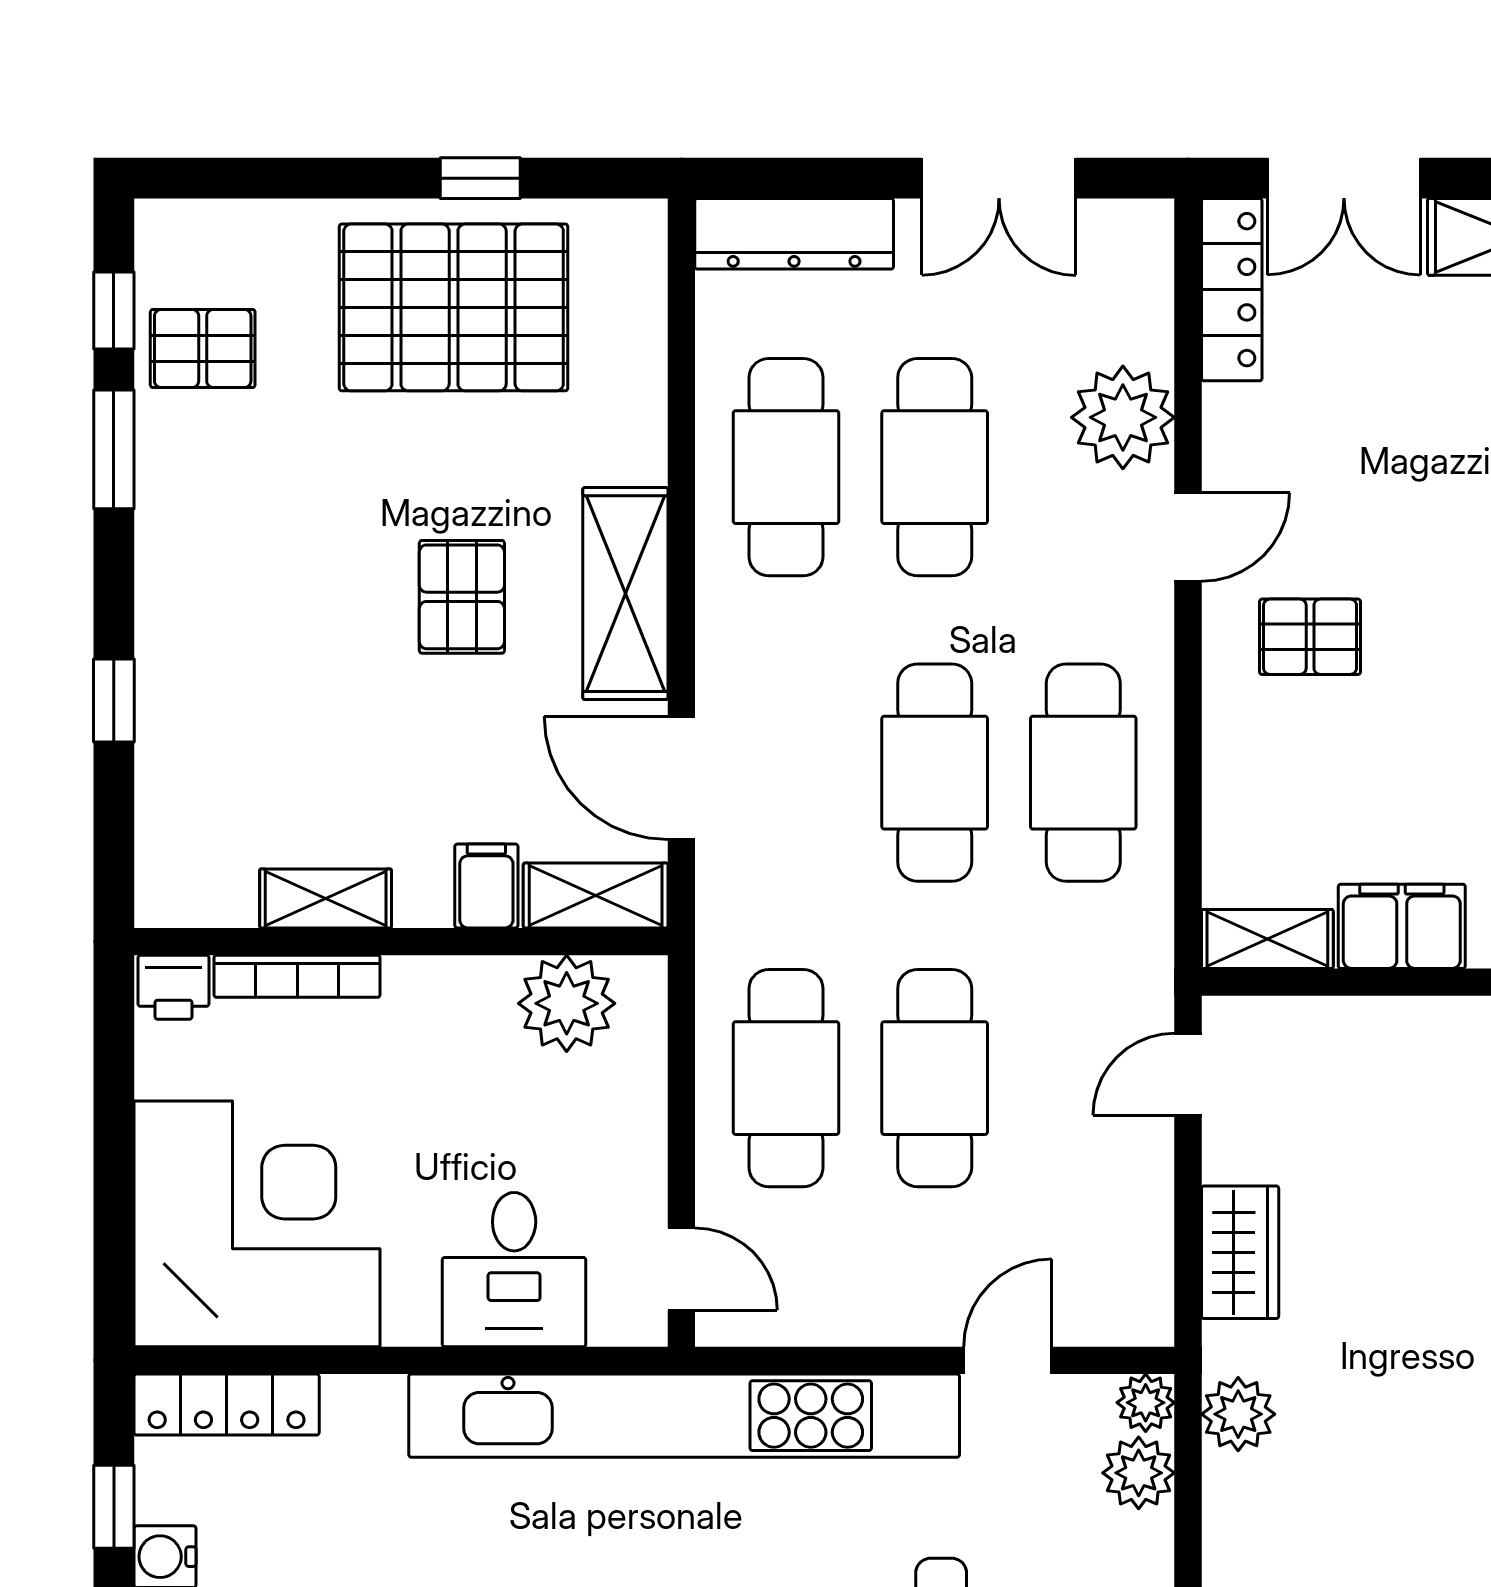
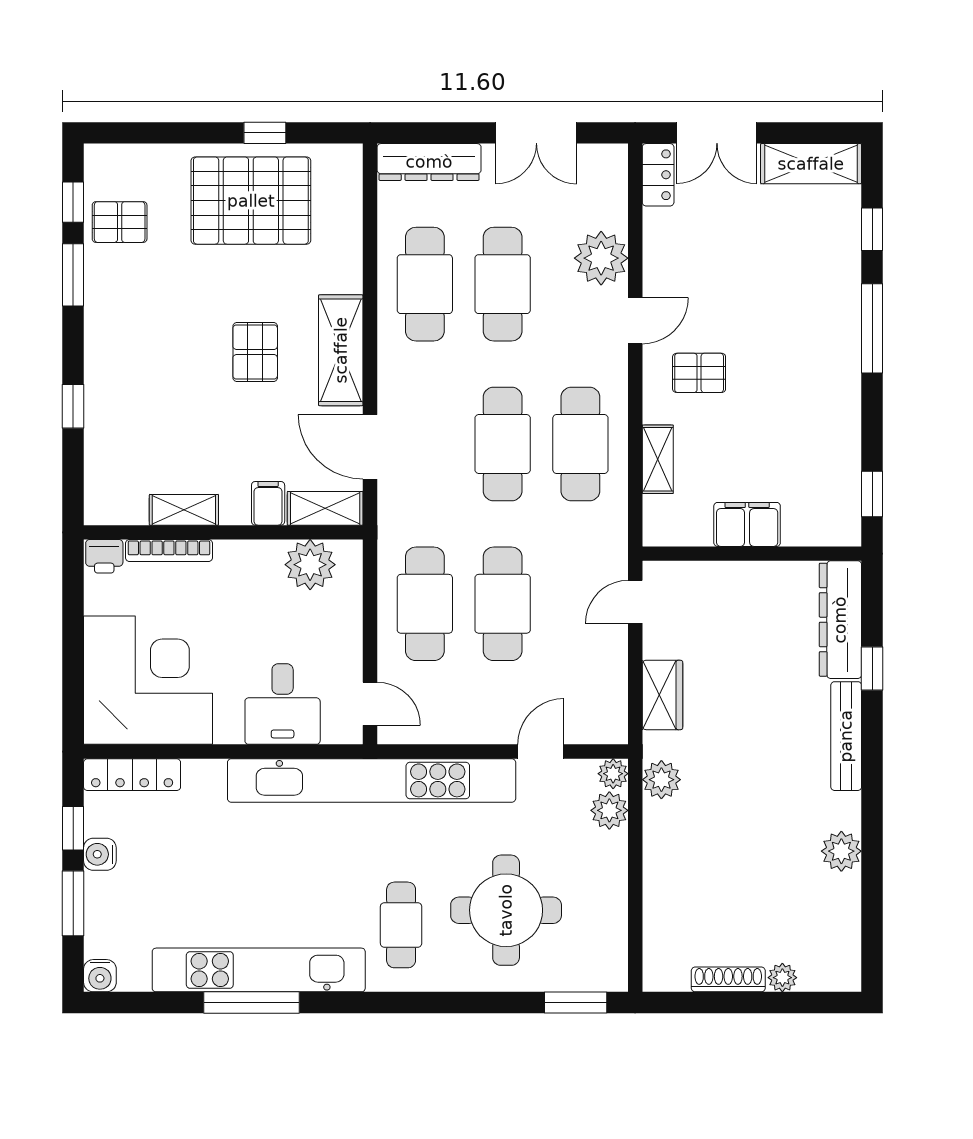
locker: (1232, 290) -> (658, 175), width x0.66
shelving: (1267, 939) -> (658, 459), moved, turned 90

